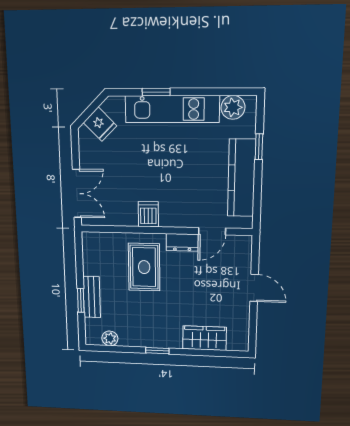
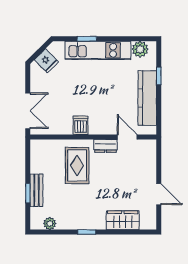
door: (212, 231) -> (127, 137), swing flipped
door: (254, 288) -> (159, 194), moved

